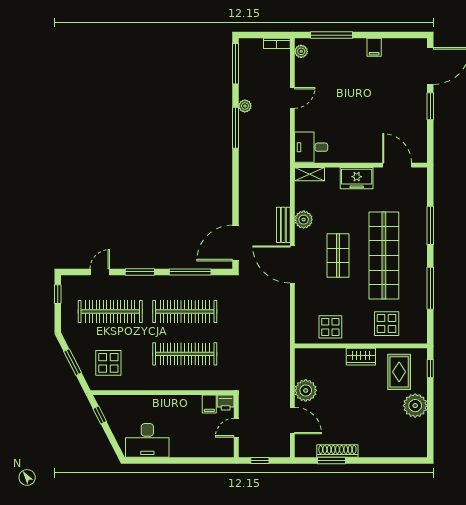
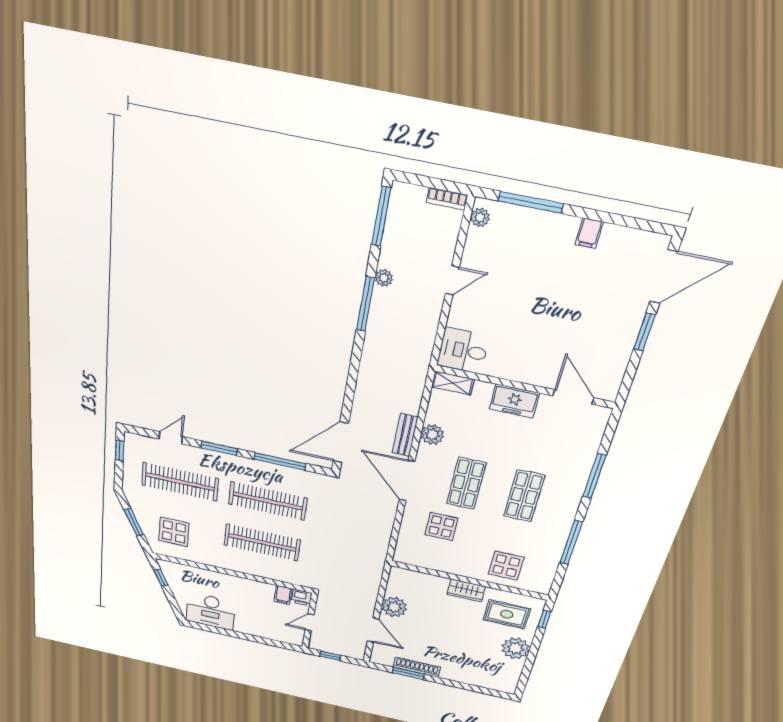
shop shelf: (384, 256) -> (524, 496), width x0.50, depth x0.74
display table: (330, 327) -> (441, 527), moved
rug: (399, 372) -> (507, 614), turned 90

